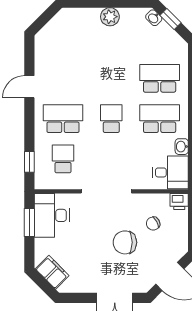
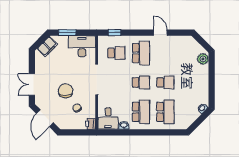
plant: (110, 17) -> (203, 59), moved
window: (170, 19) -> (202, 118), removed
school desk: (111, 78) -> (165, 82), added
window: (29, 223) -> (67, 33), moved

